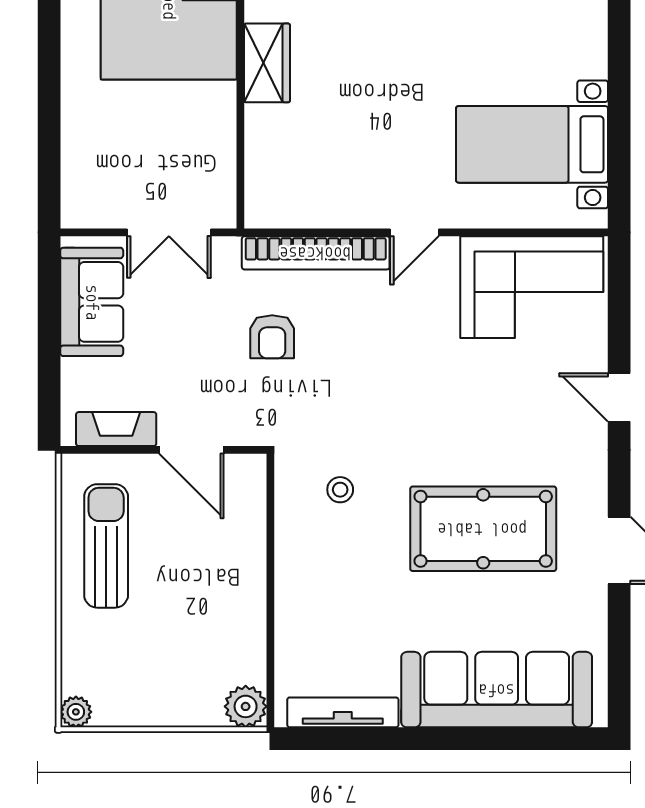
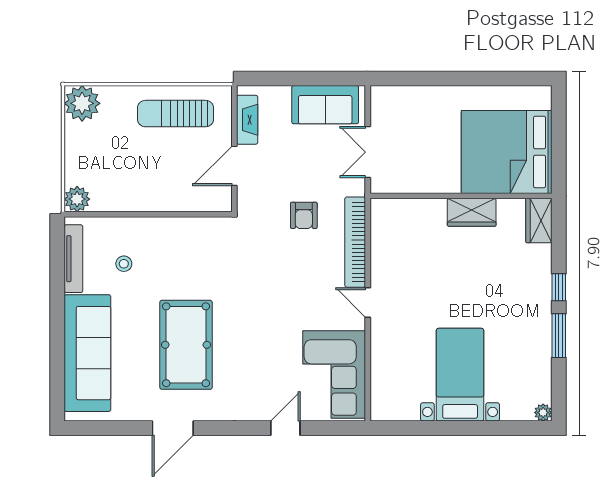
bed with nightstands: (532, 144) -> (460, 375), moved
armchair: (272, 337) -> (304, 215), turned -90
door: (619, 397) -> (285, 428), moved
stool: (340, 490) -> (124, 264), moved
sun lounger: (106, 546) -> (176, 114), turned 180
plant: (76, 712) -> (82, 103), width x1.88, depth x1.88

